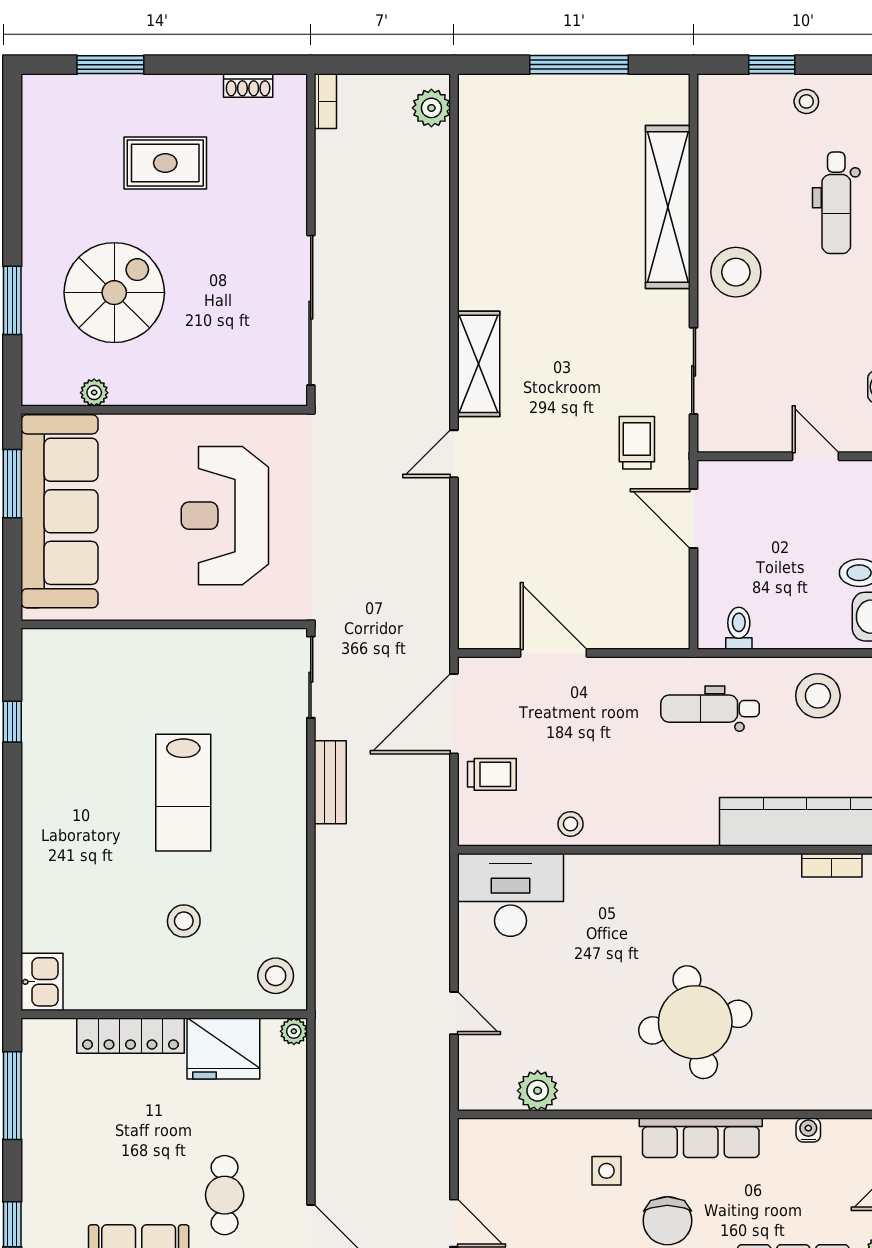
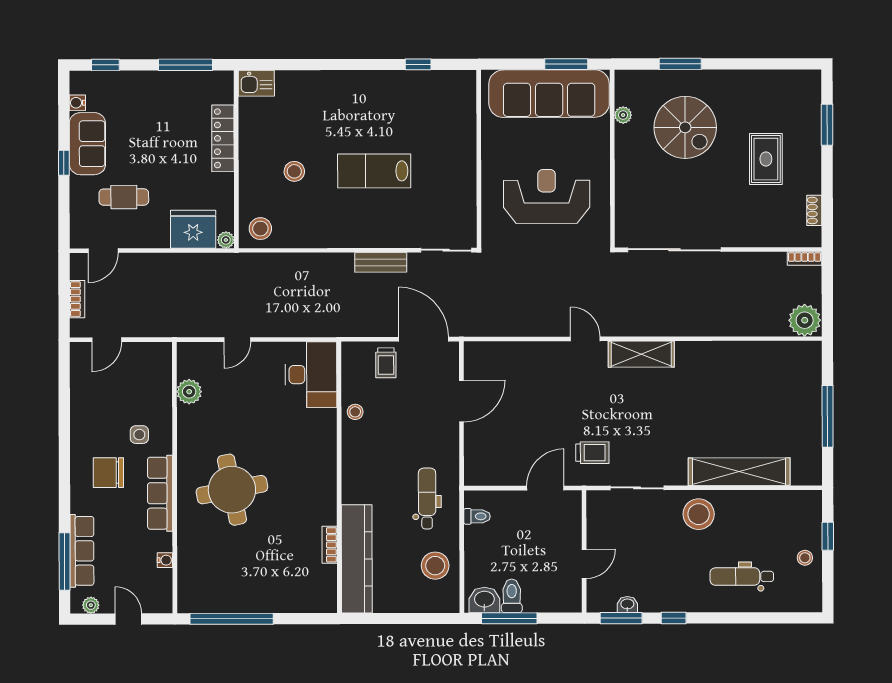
plant: (431, 108) -> (805, 320), width x1.36, depth x1.36
bookcase: (832, 865) -> (330, 545), moved
fridge: (223, 1049) -> (193, 229), moved, turned 90

